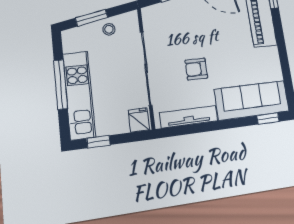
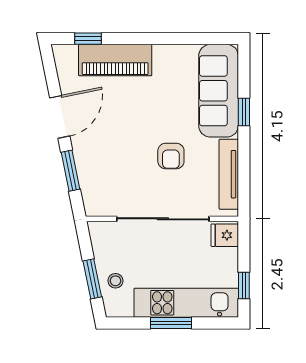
stool: (109, 29) -> (116, 281), moved
window: (61, 84) -> (171, 323), width x0.69
window: (268, 119) -> (244, 112), moved

